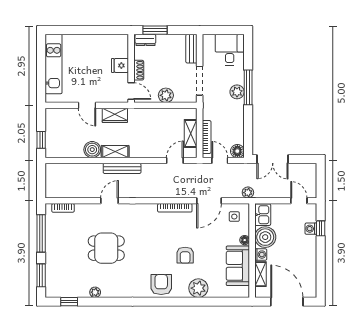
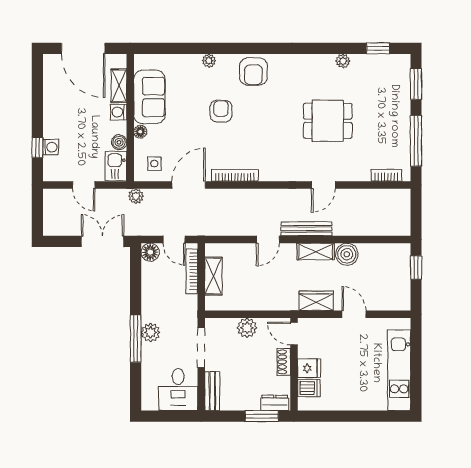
desk: (230, 50) -> (178, 390), moved
dishwasher: (120, 51) -> (309, 388), added
door: (175, 160) -> (268, 240), moved
door: (299, 201) -> (84, 185), moved
boiler: (265, 237) -> (119, 142), width x0.54, depth x0.54
plant: (198, 288) -> (209, 61), width x0.53, depth x0.53

